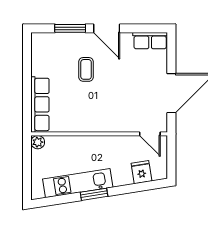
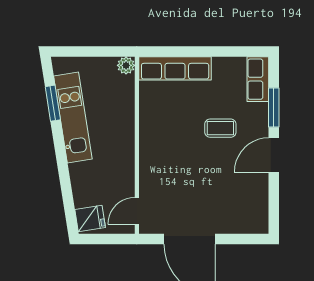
row of seats: (150, 41) -> (258, 79), moved
fridge: (141, 172) -> (90, 219), moved
window: (94, 194) -> (53, 103), moved

